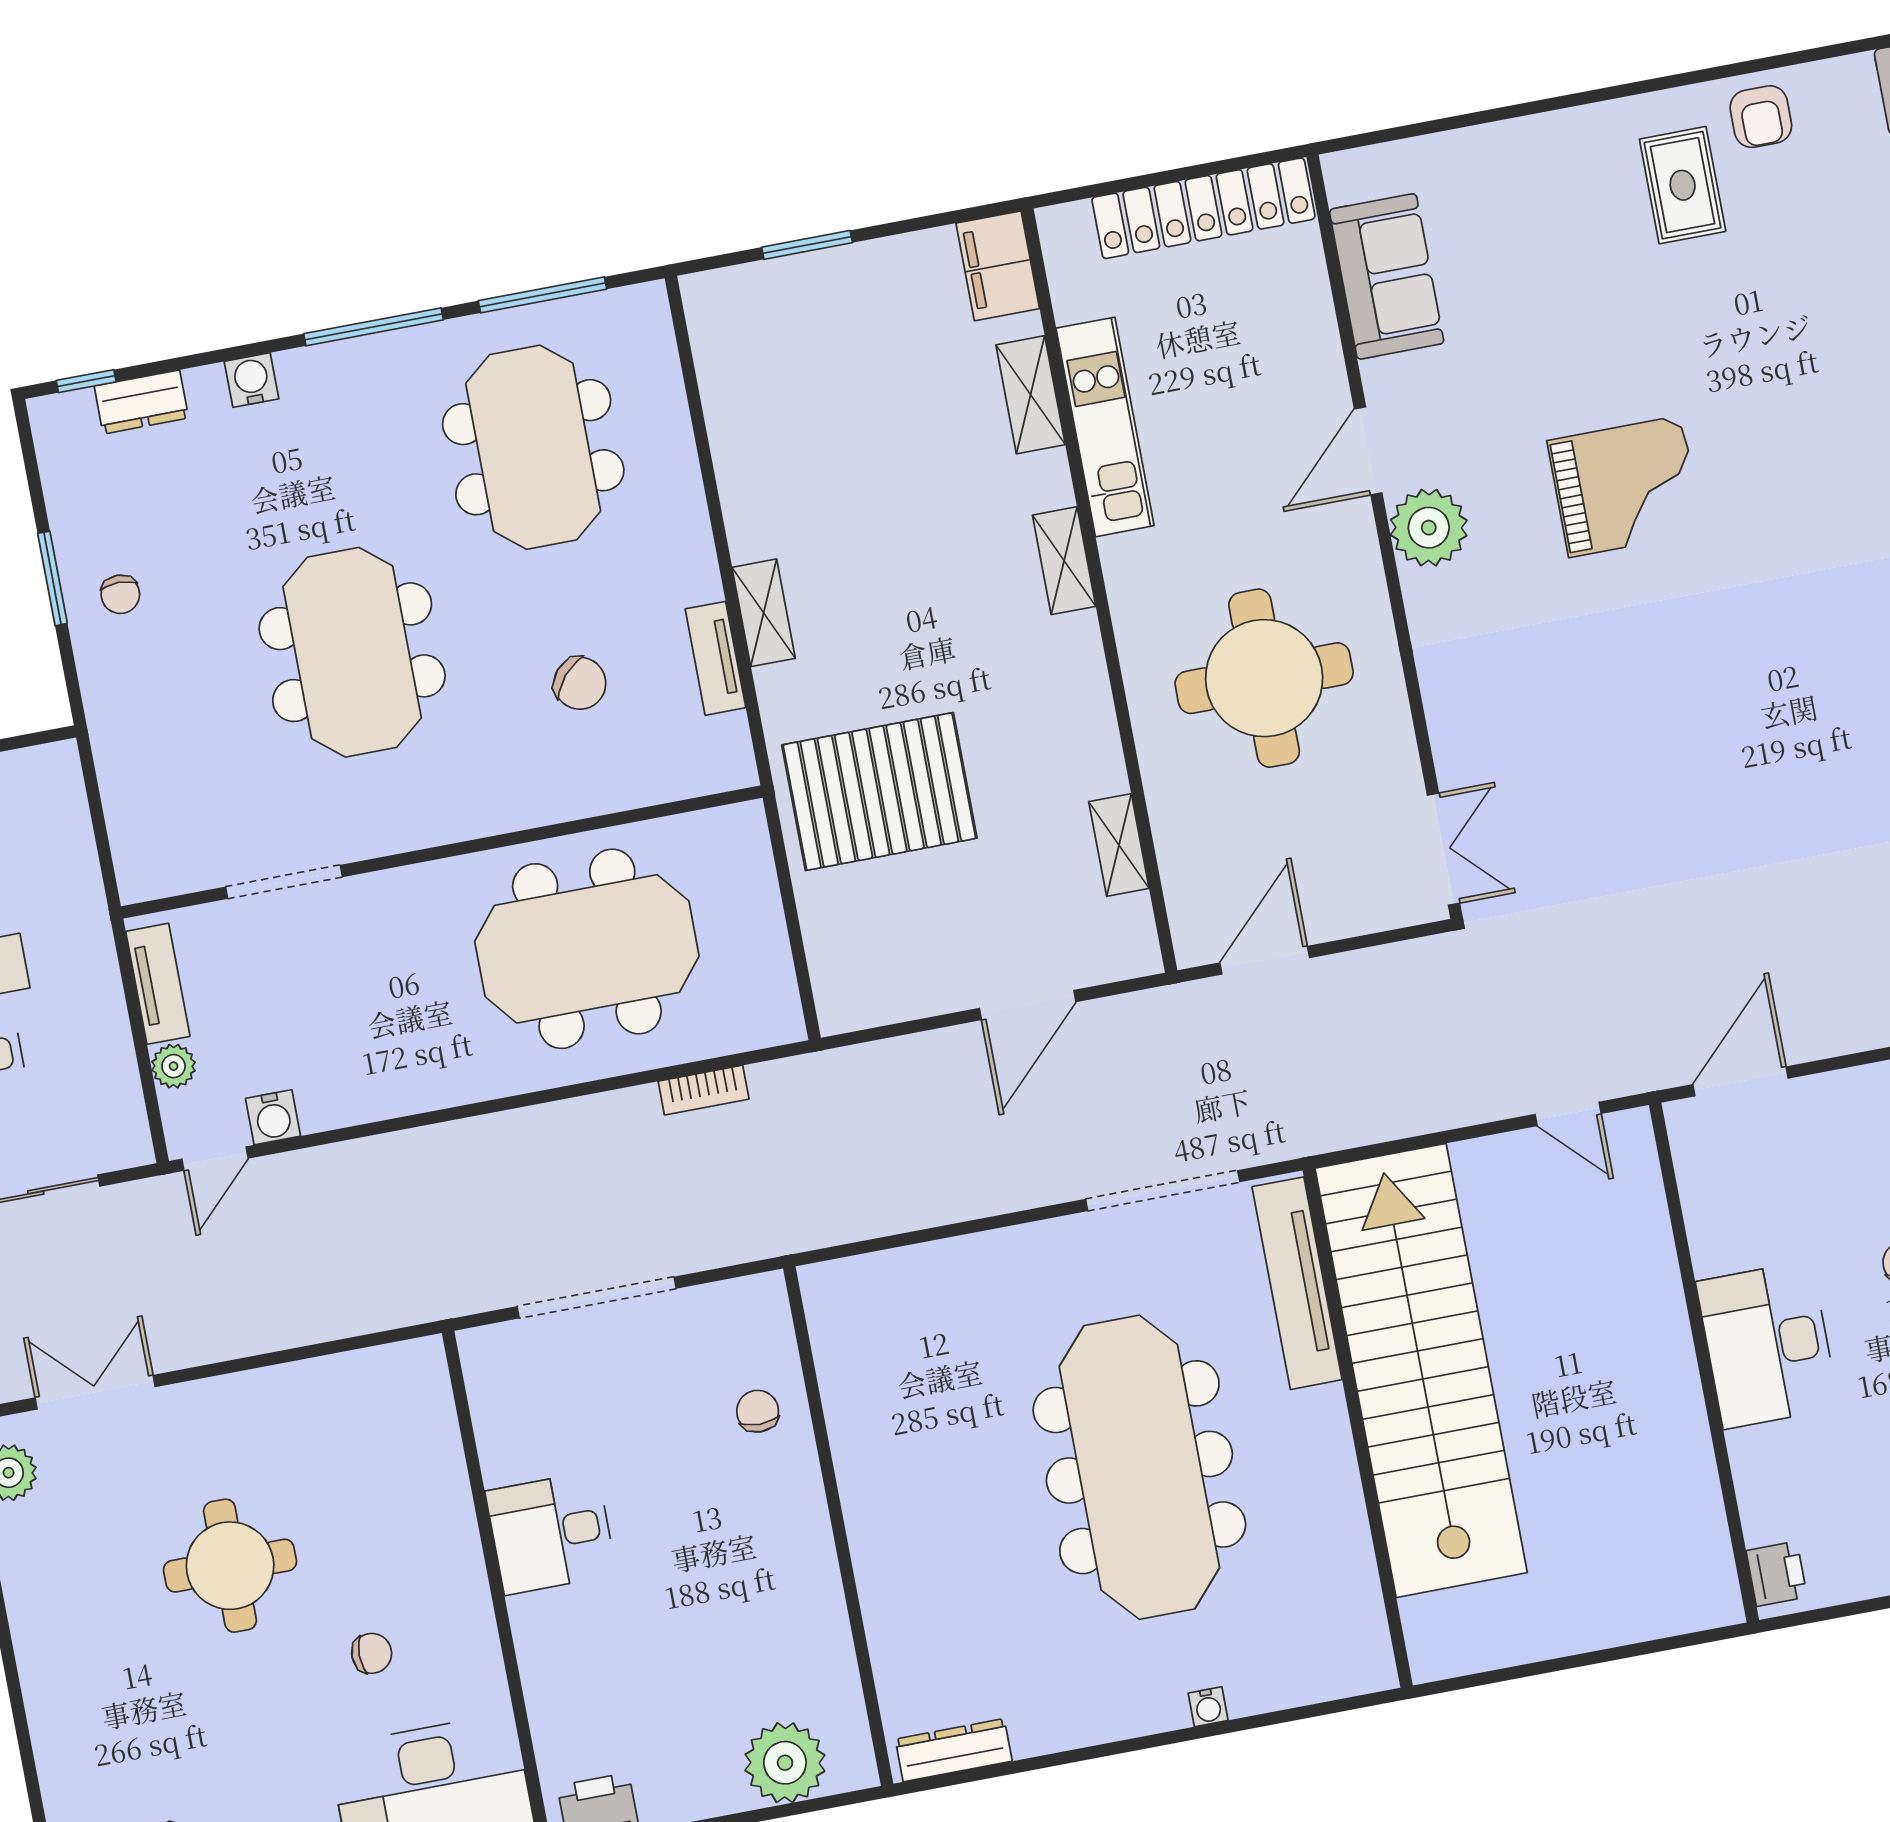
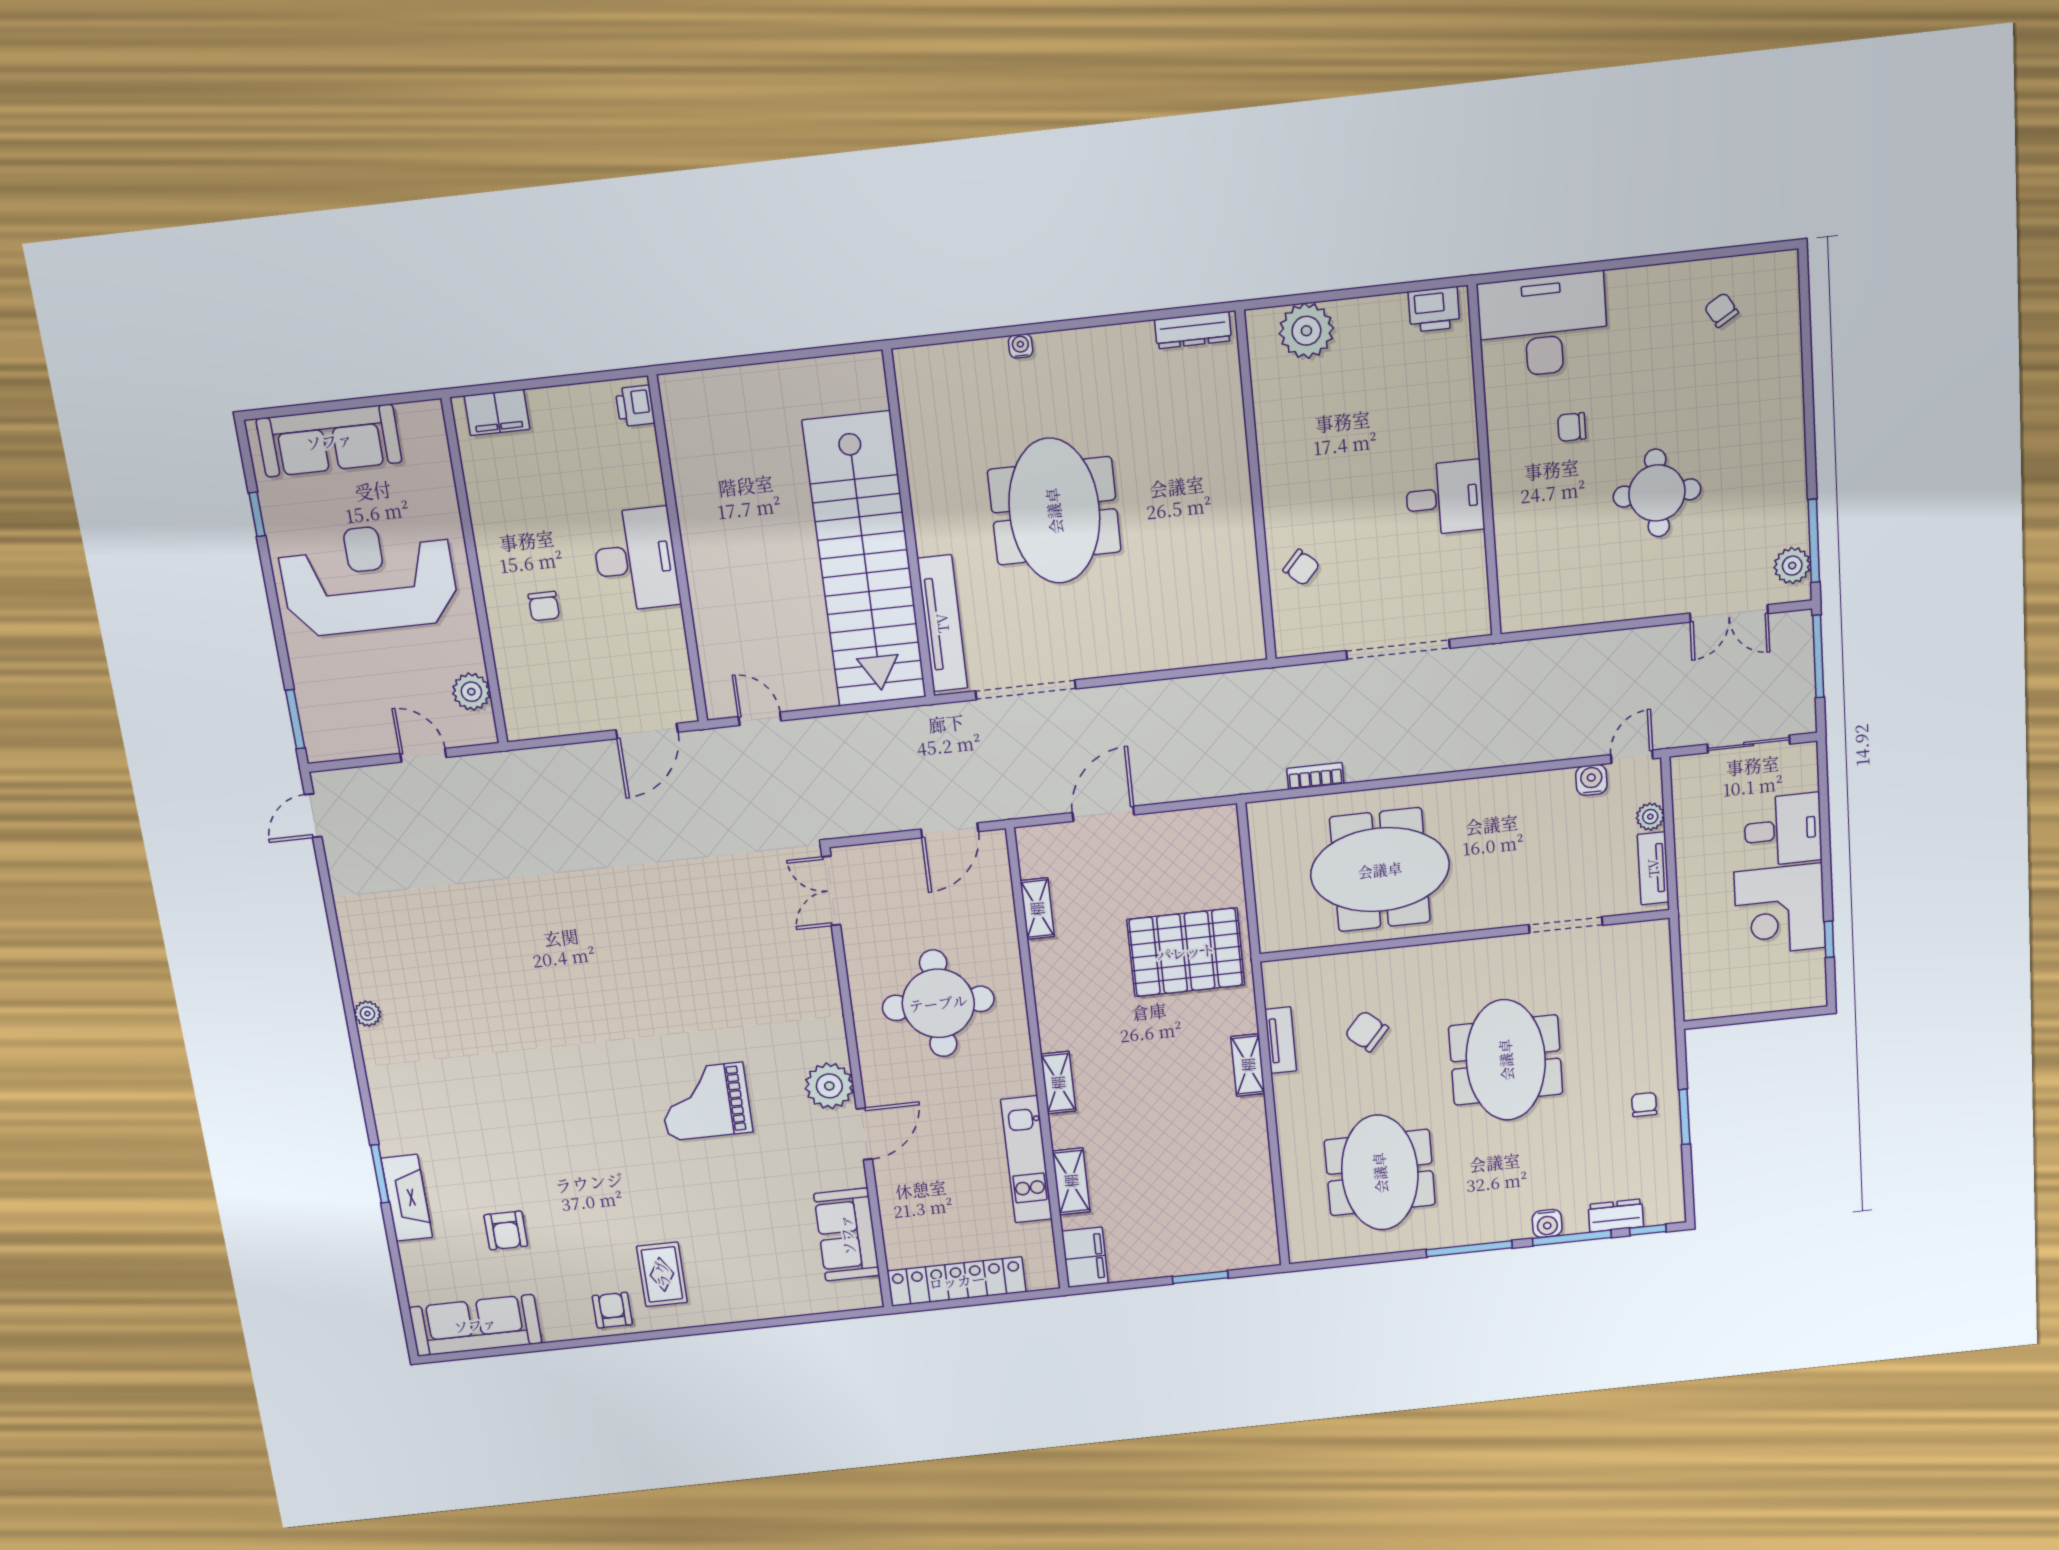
window: (542, 295) -> (1572, 1238), moved
chair: (758, 1411) -> (1301, 567), turned -48
meeting table: (1139, 1467) -> (1054, 511), width x0.73

